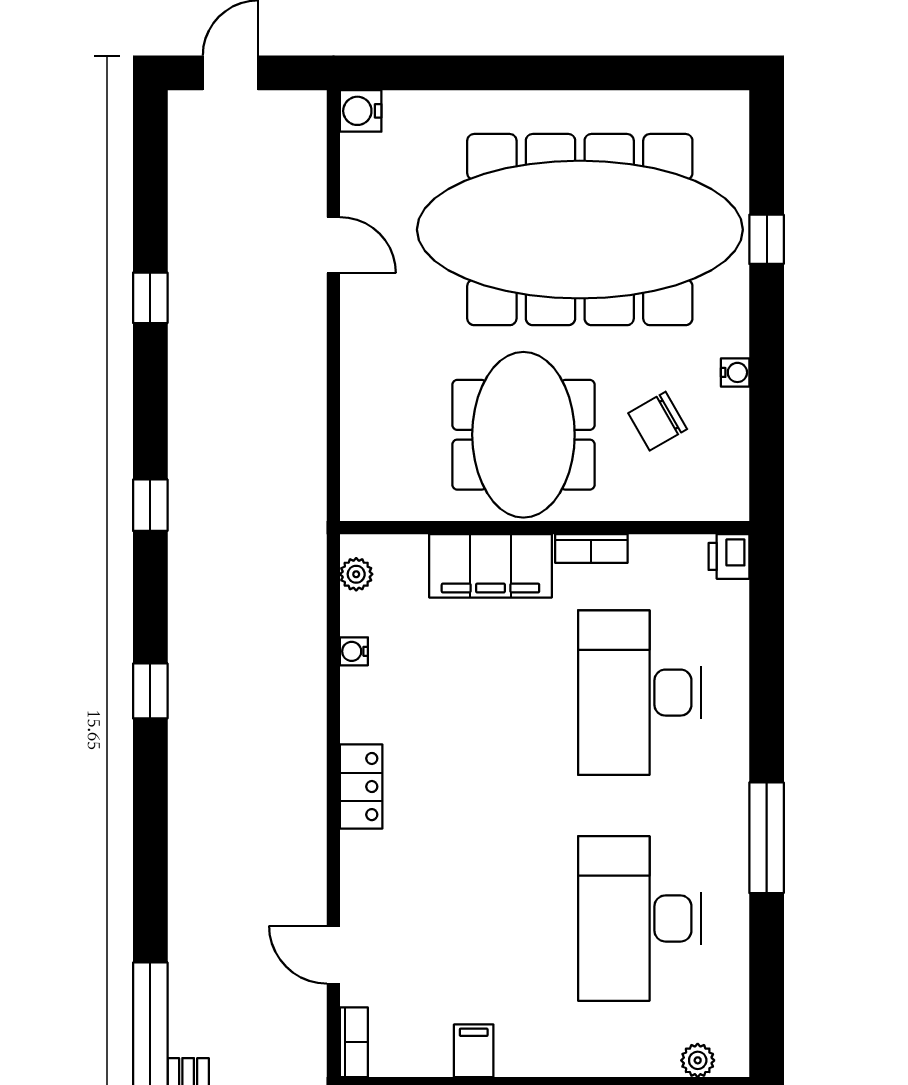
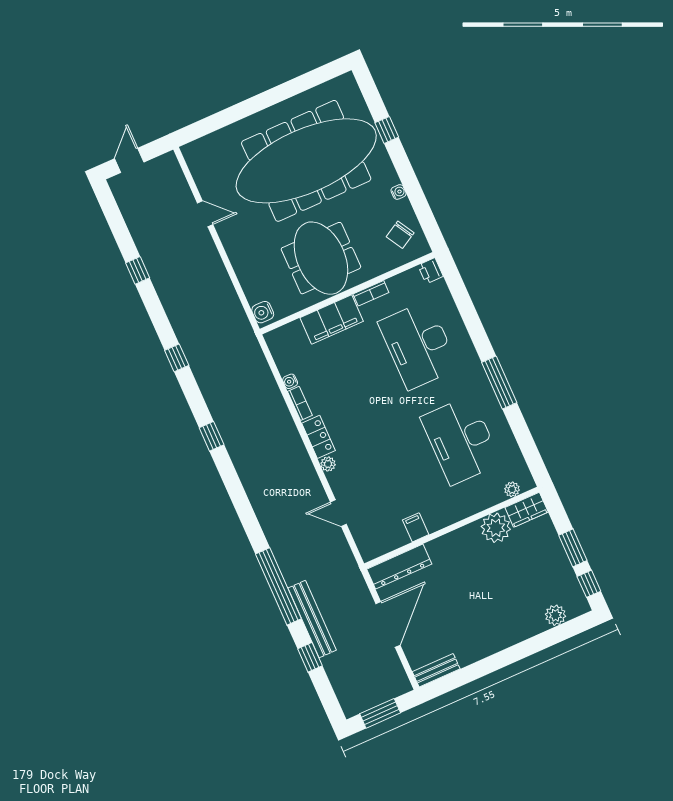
water cooler: (361, 111) -> (263, 312), moved
chair: (658, 421) -> (400, 235), moved
plant: (356, 574) -> (328, 464), moved
bookcase: (354, 1042) -> (300, 403), moved

